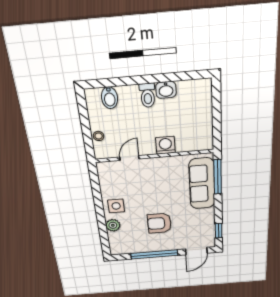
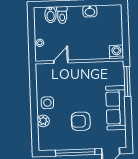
toilet: (148, 95) -> (62, 15), moved
washing machine: (165, 145) -> (116, 52), moved
sofa: (202, 184) -> (116, 108), moved
window: (219, 231) -> (129, 132), removed

